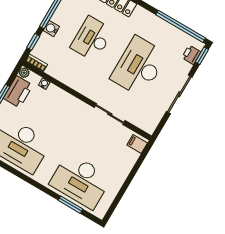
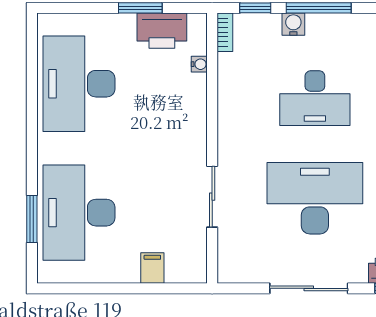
desk: (92, 39) -> (315, 98), turned 180
plant: (24, 73) -> (198, 22), removed
filing cabinet: (137, 144) -> (152, 268), moved

